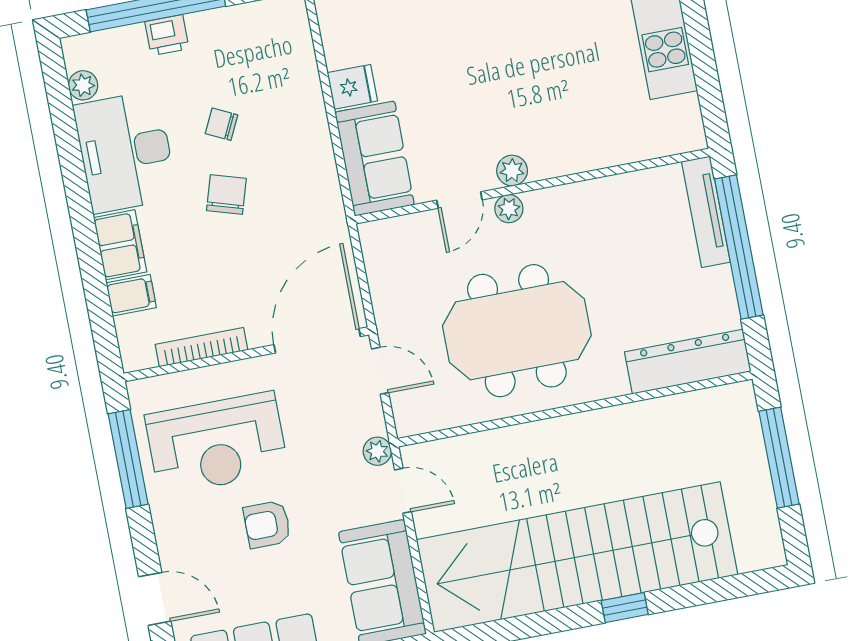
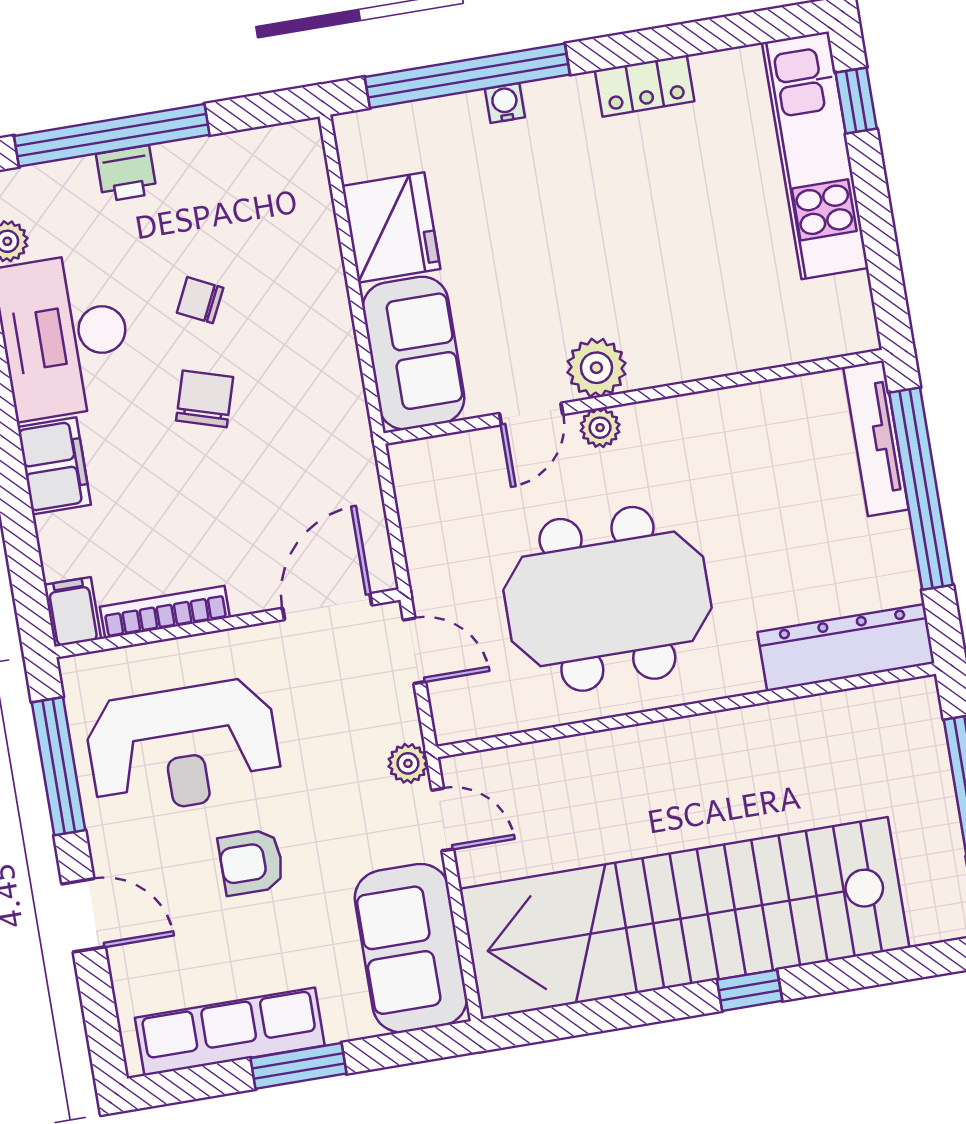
fridge: (352, 87) -> (391, 227), width x1.88, depth x1.34
plant: (512, 171) -> (596, 368), width x1.38, depth x1.38
filing cabinet: (131, 295) -> (73, 612), moved, turned -90
door: (317, 341) -> (327, 607), width x0.73
door: (155, 599) -> (83, 915), moved

